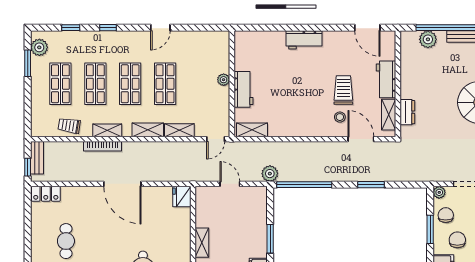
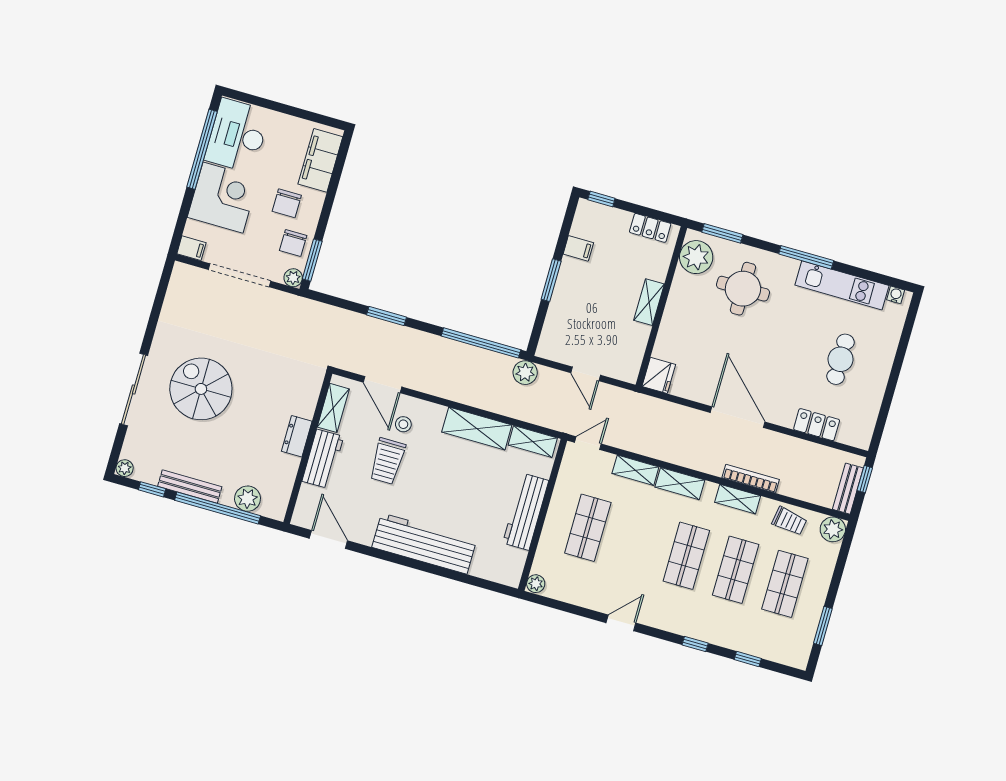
workbench: (304, 40) -> (424, 544), width x1.88, depth x1.32
plant: (39, 47) -> (833, 529), moved
plant: (224, 80) -> (536, 584), moved
shop shelf: (165, 84) -> (588, 528), moved
workbench: (243, 89) -> (526, 512), width x1.38
dresser: (407, 112) -> (297, 436), moved
shelving: (291, 128) -> (477, 429), added
locker: (46, 194) -> (817, 425), moved
window: (430, 229) -> (312, 260), moved

